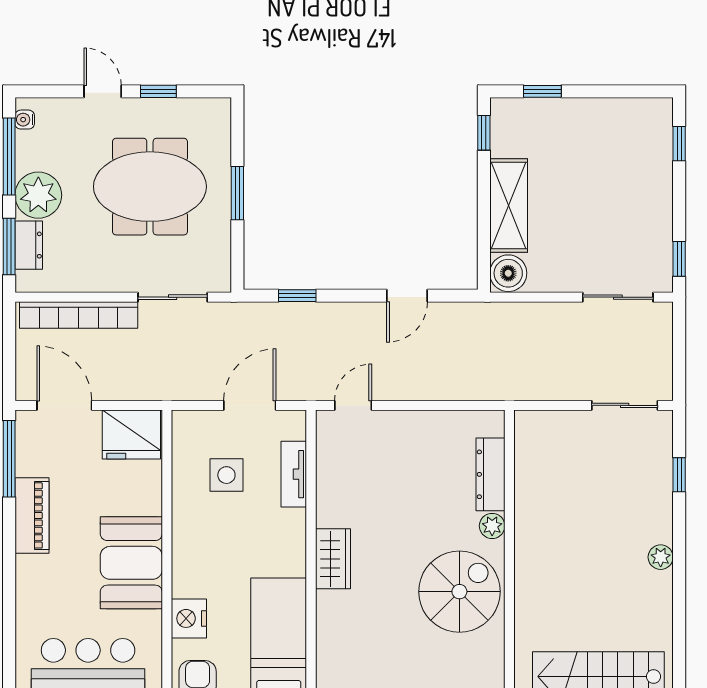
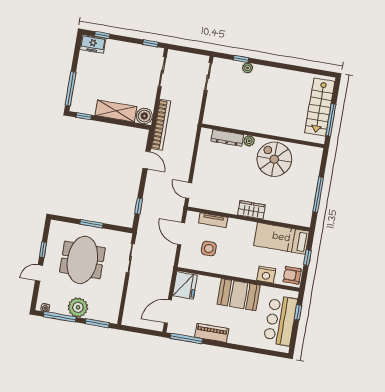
window: (542, 91) -> (71, 89), width x2.17
freezer: (655, 125) -> (93, 44), added
dresser: (29, 245) -> (98, 315), removed
bookcase: (79, 315) -> (161, 125), moved
plant: (661, 557) -> (248, 68), moved

